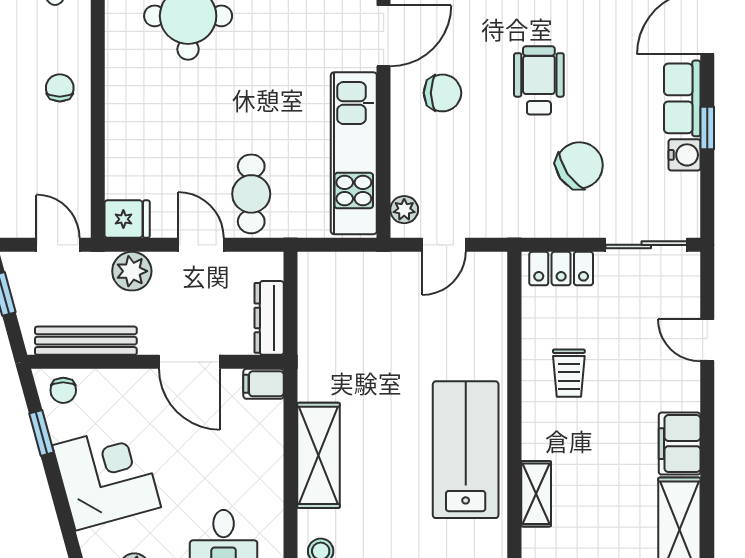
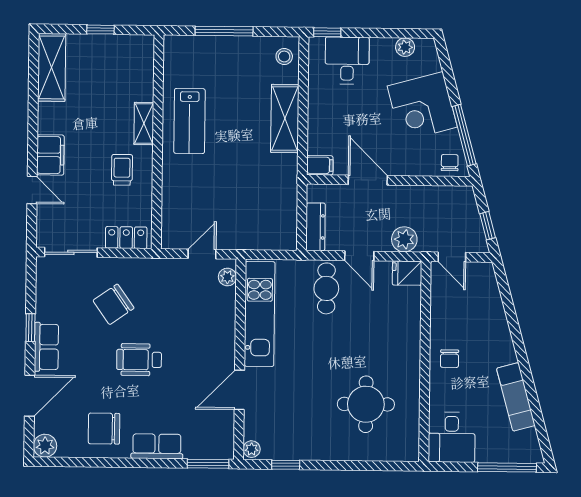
wheelchair: (539, 80) -> (139, 360), turned 90
chair: (442, 93) -> (202, 352), removed
water cooler: (685, 155) -> (45, 310), removed
dresser: (269, 318) -> (315, 227), moved
bench: (86, 341) -> (435, 195), removed
window: (42, 433) -> (464, 135), width x2.17
filing cabinet: (680, 444) -> (50, 155), moved
lab bench: (466, 450) -> (189, 121), width x0.73, depth x0.72
shelving: (536, 494) -> (144, 124), moved

